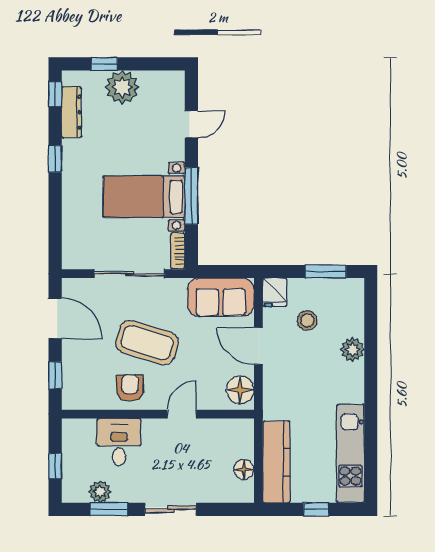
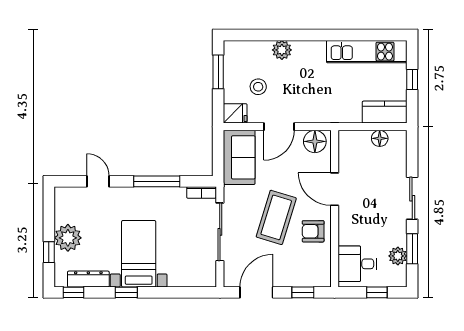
bed with nightstands: (144, 197) -> (139, 254), moved, turned 180
door: (182, 414) -> (335, 189), width x1.38
desk: (119, 442) -> (357, 264), moved
kitchen counter: (276, 462) -> (385, 112), width x0.67

